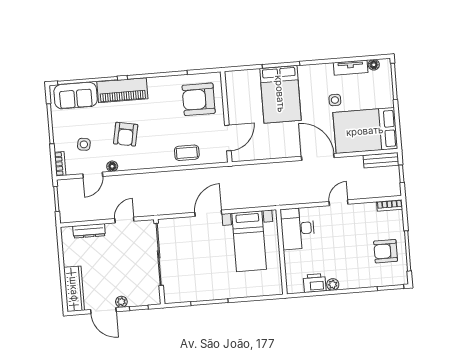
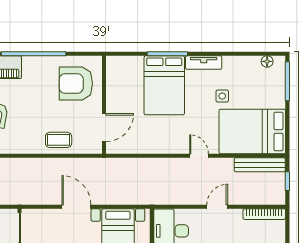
tv unit: (351, 68) -> (204, 63), moved
door: (318, 157) -> (199, 156), width x0.53
bench: (381, 160) -> (260, 165), width x1.36
bookcase: (390, 205) -> (264, 214), width x1.56
door: (208, 213) -> (76, 207), hinge flipped

